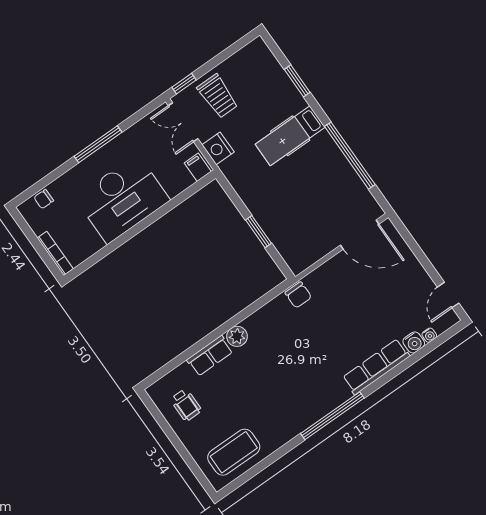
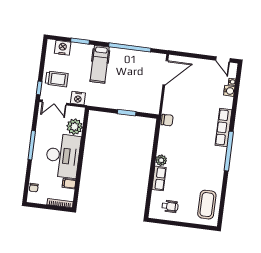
nightstand: (267, 66) -> (63, 48), added
filing cabinet: (198, 167) -> (69, 184), moved
plant: (176, 179) -> (75, 127), added
row of seats: (376, 367) -> (224, 128), moved

